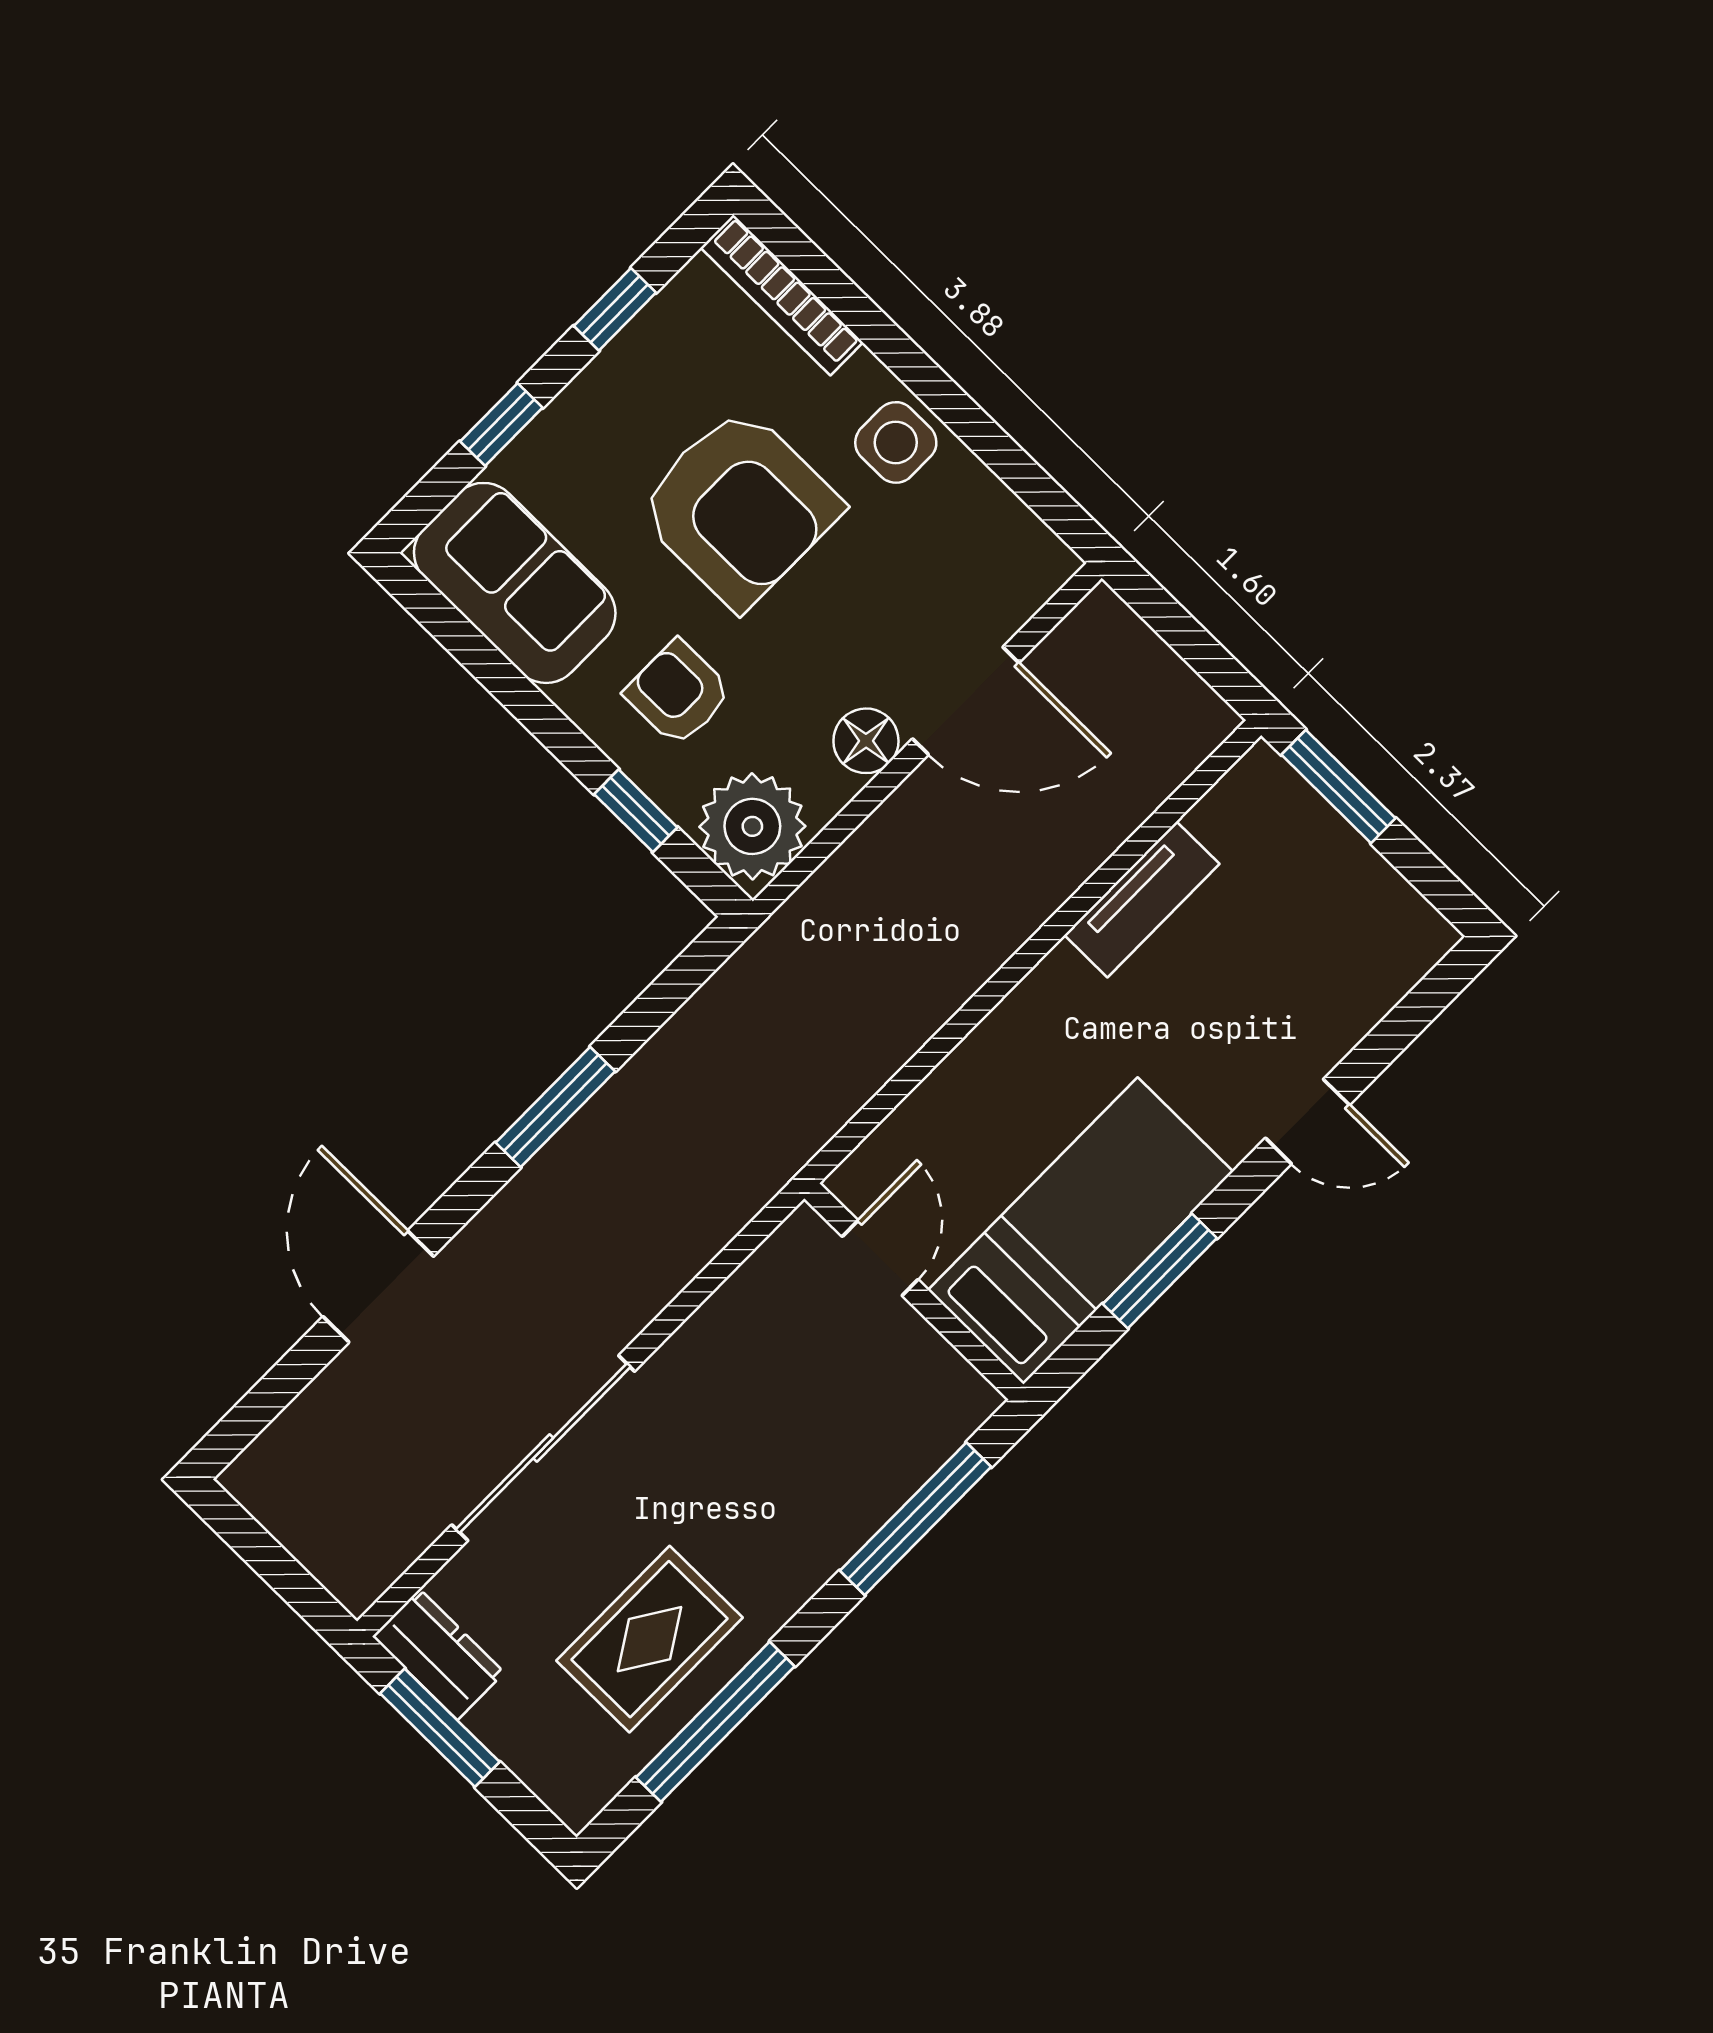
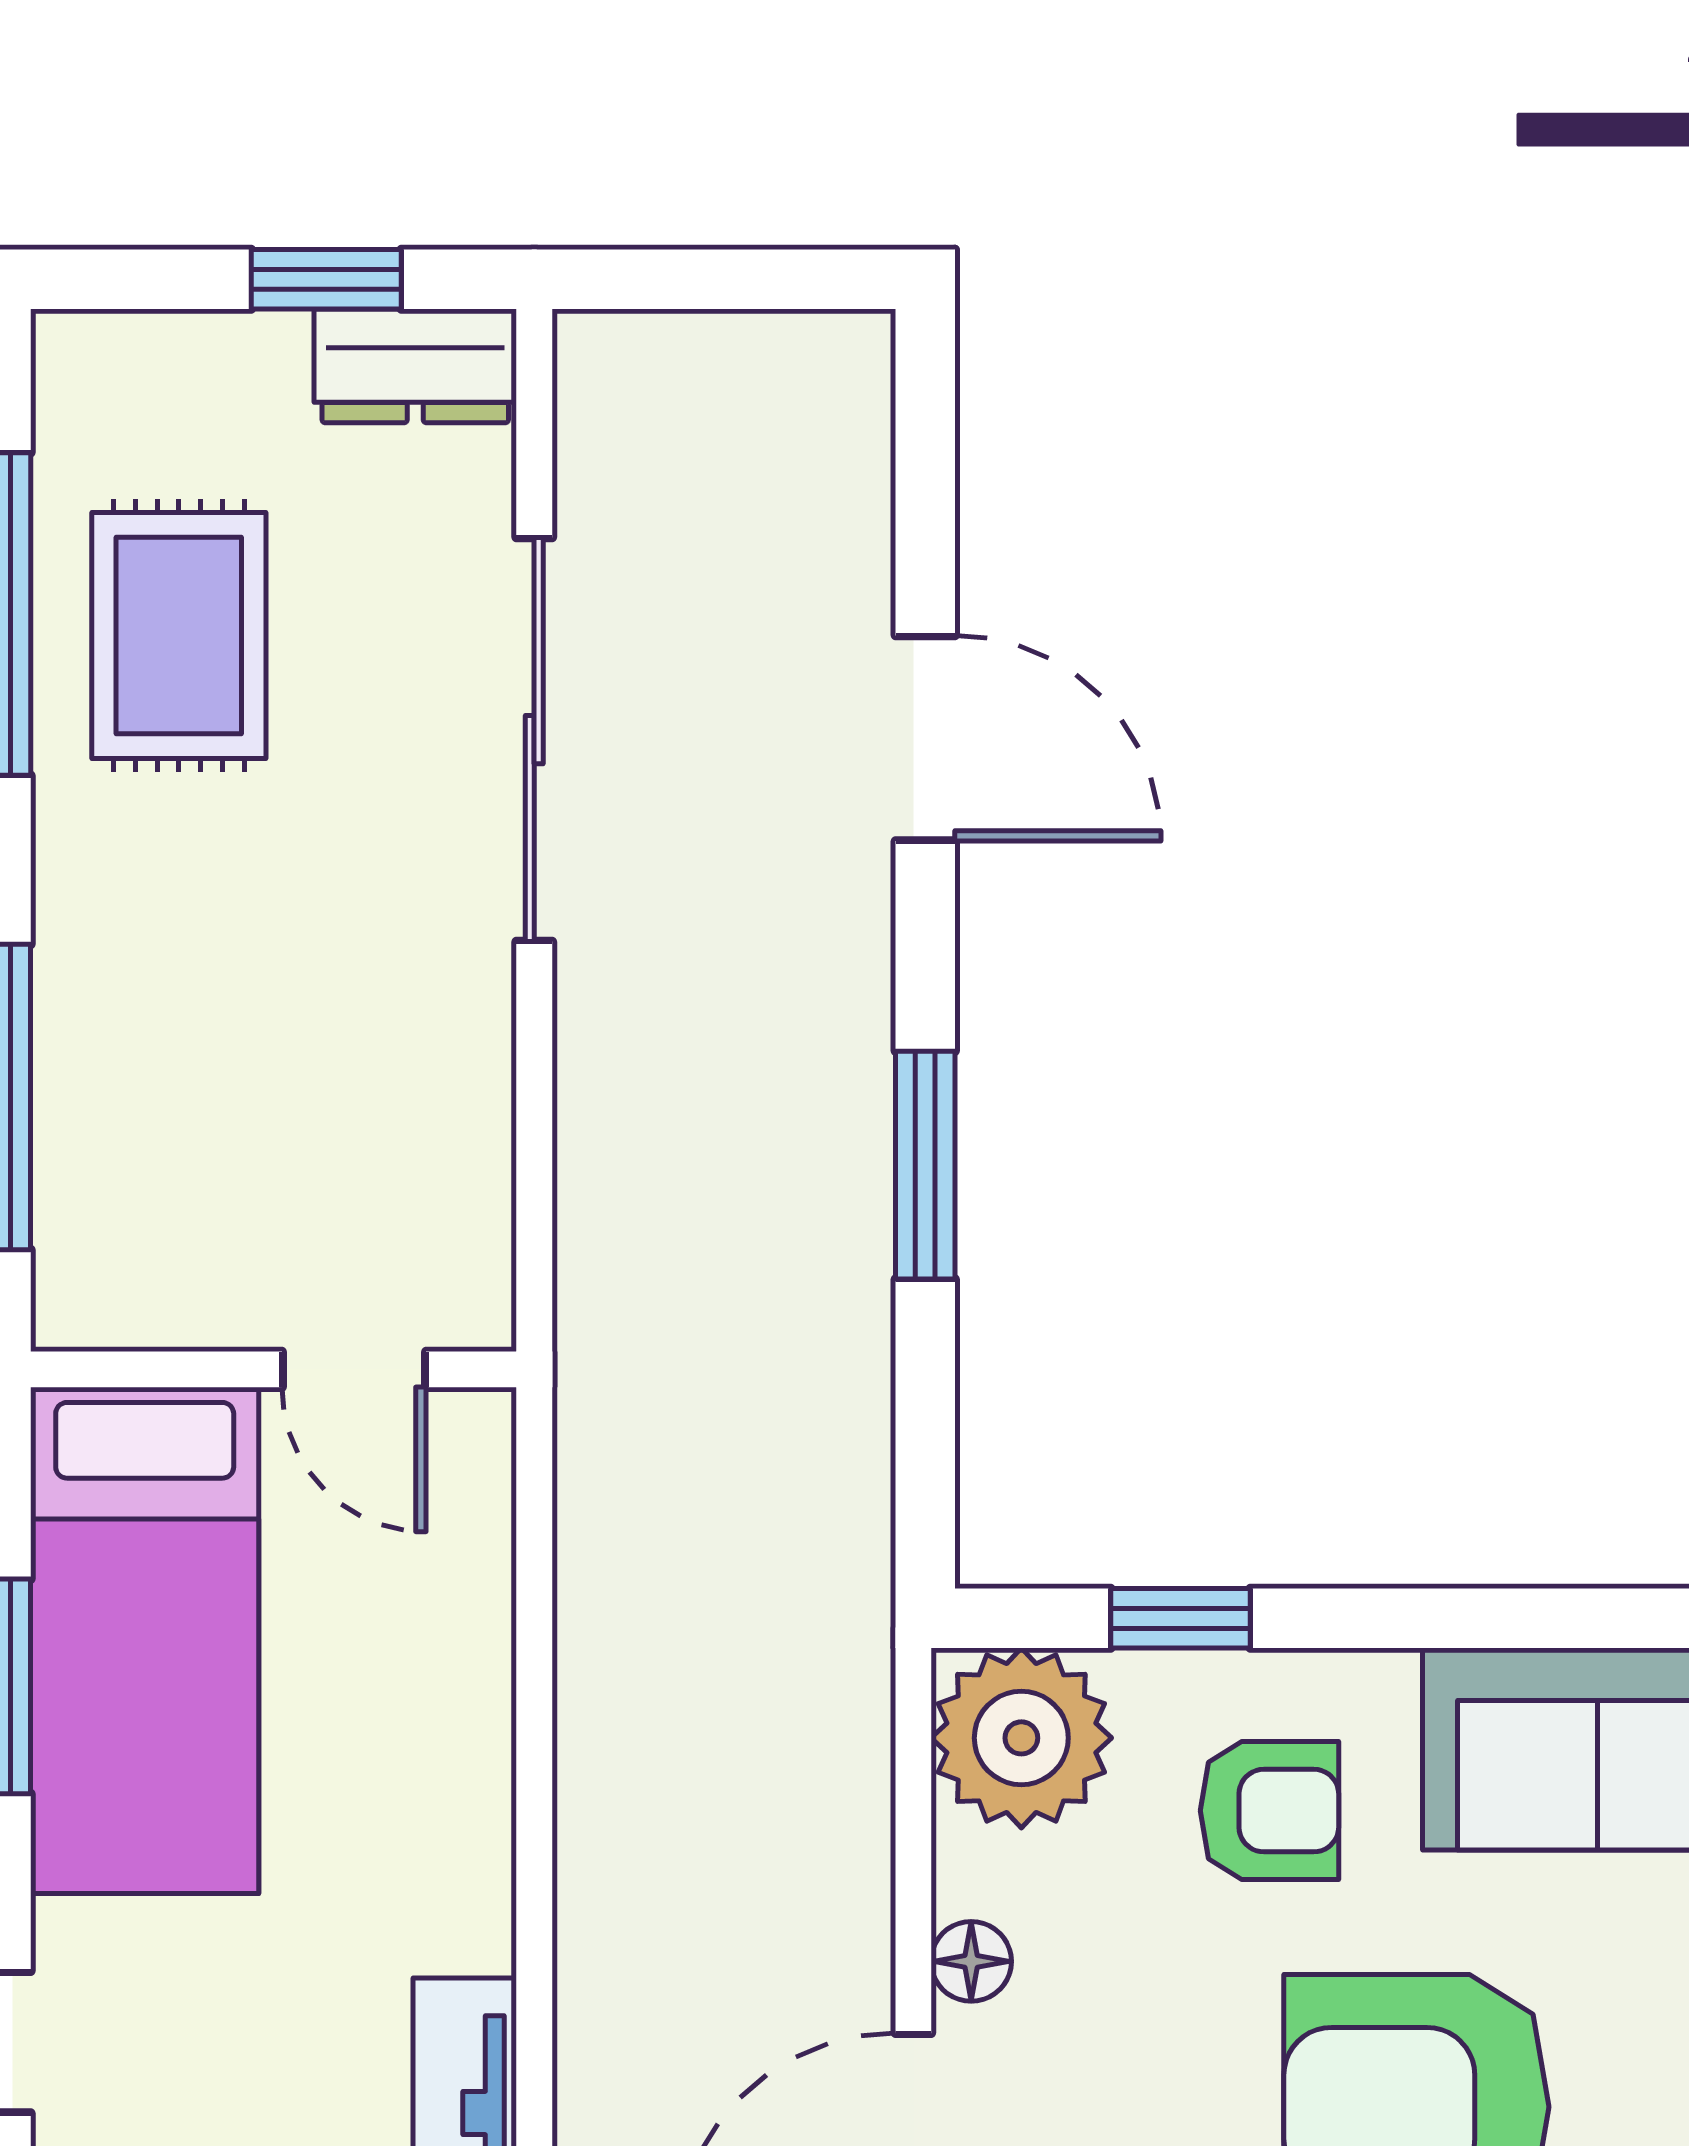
floor lamp: (866, 741) -> (971, 1961), width x0.73, depth x0.73
window: (440, 1728) -> (326, 279), width x0.67

